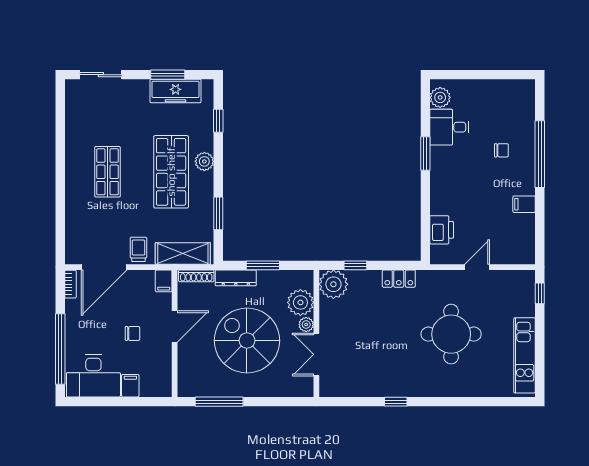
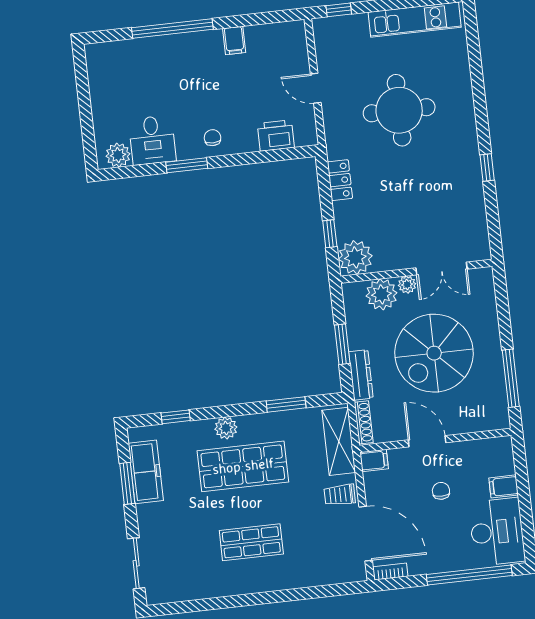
chair: (501, 150) -> (213, 138), moved

